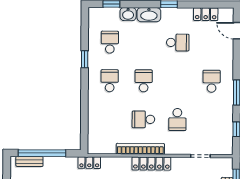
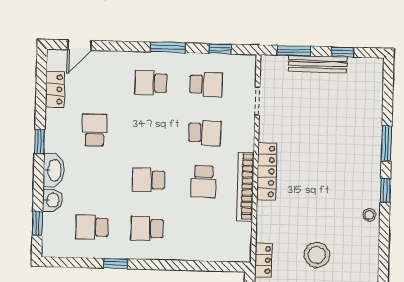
school desk: (211, 120) -> (206, 84), added

